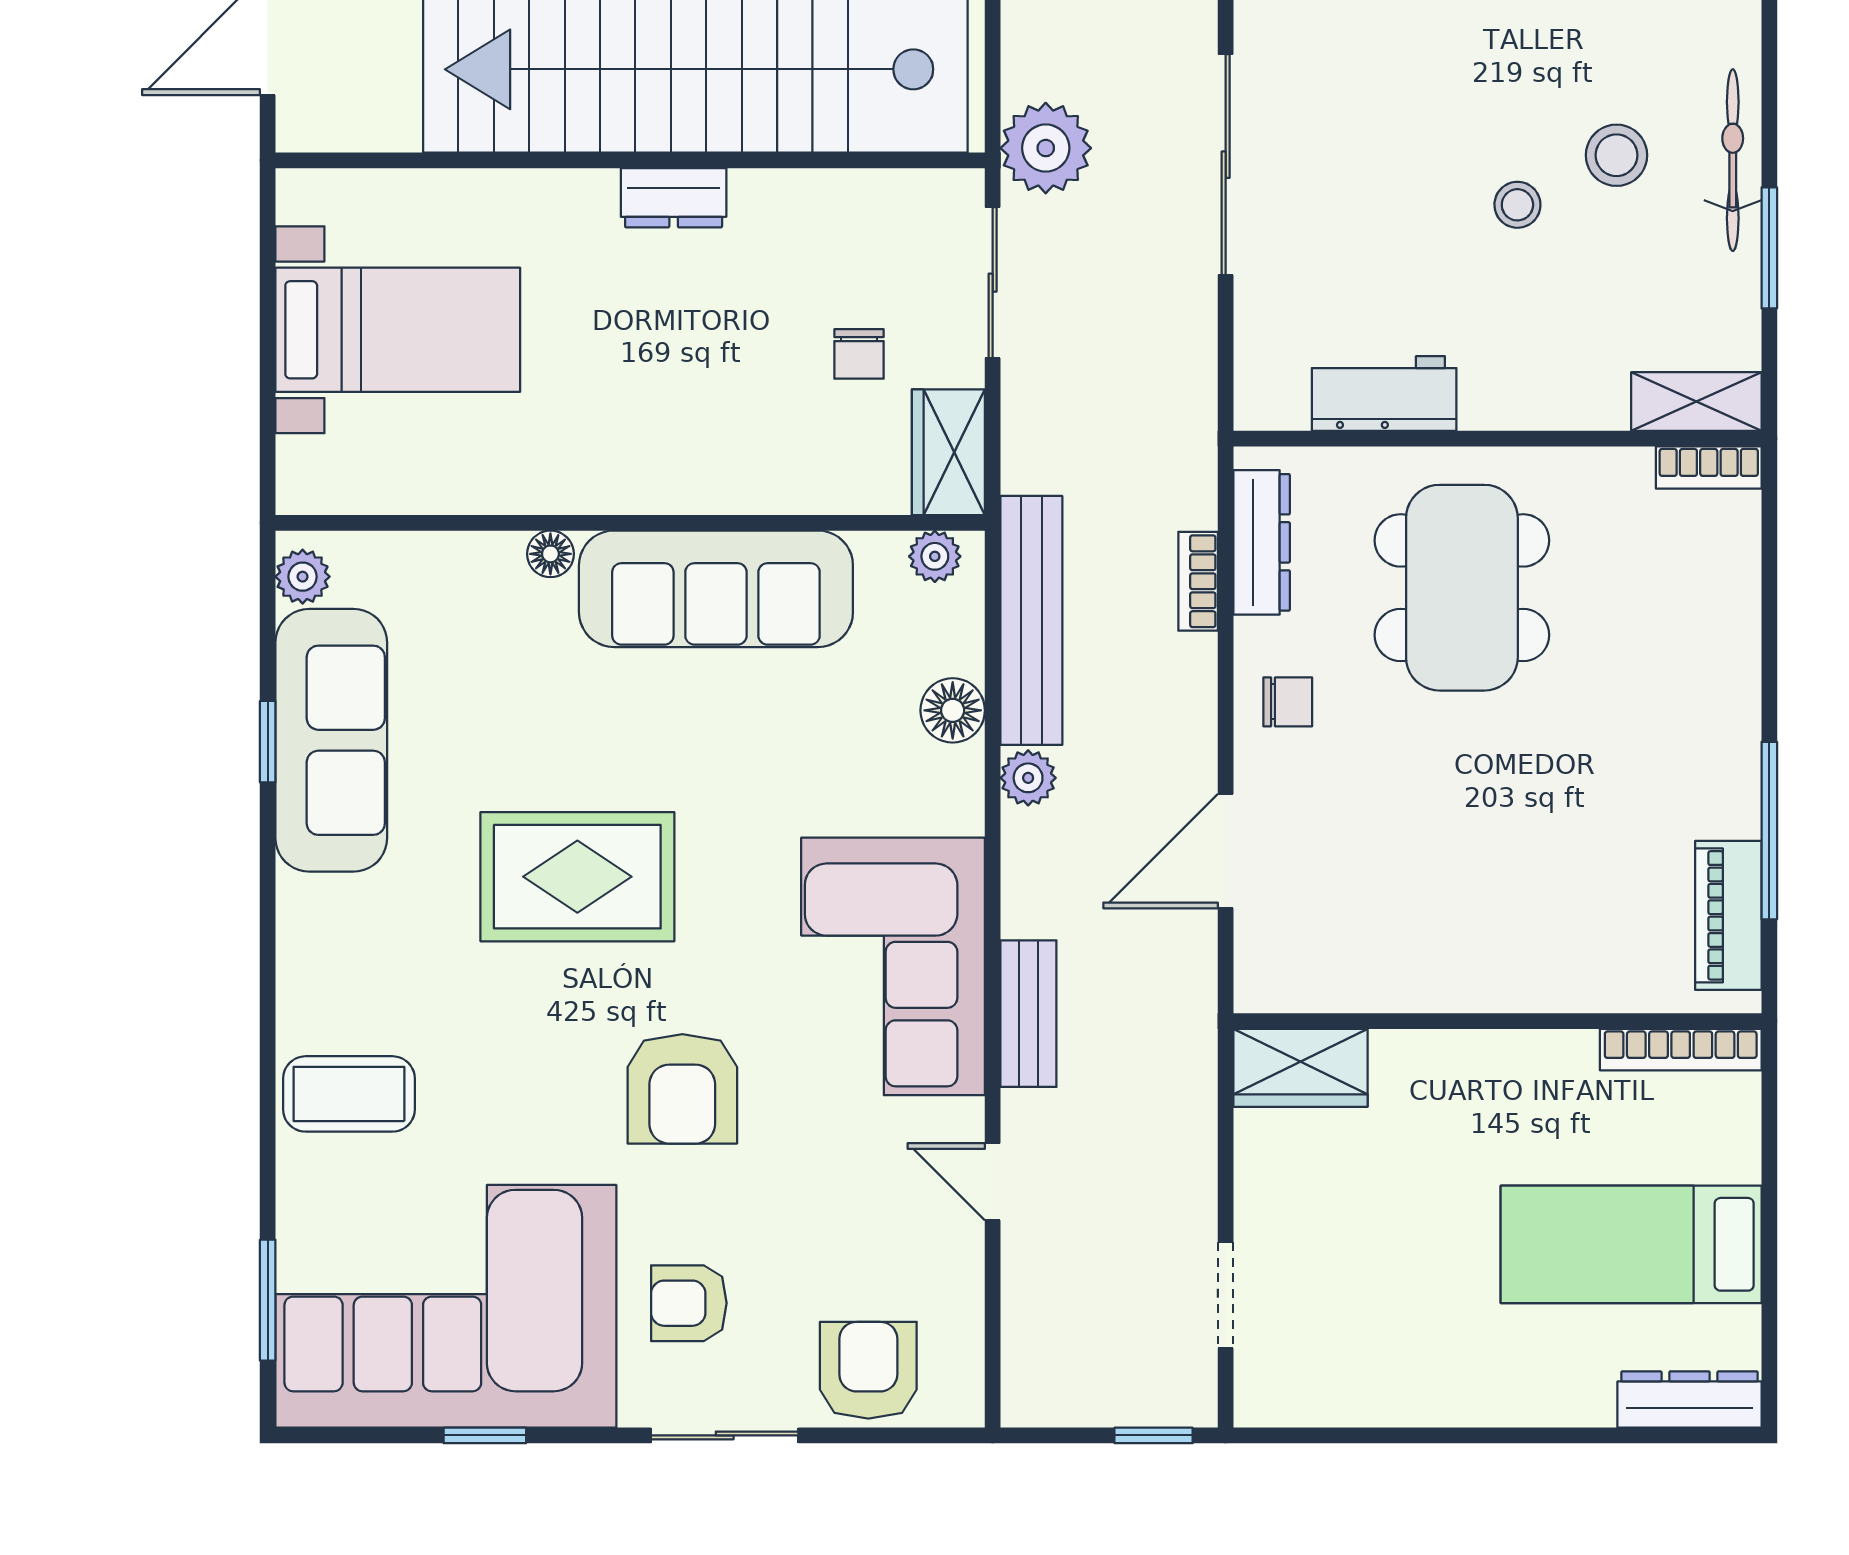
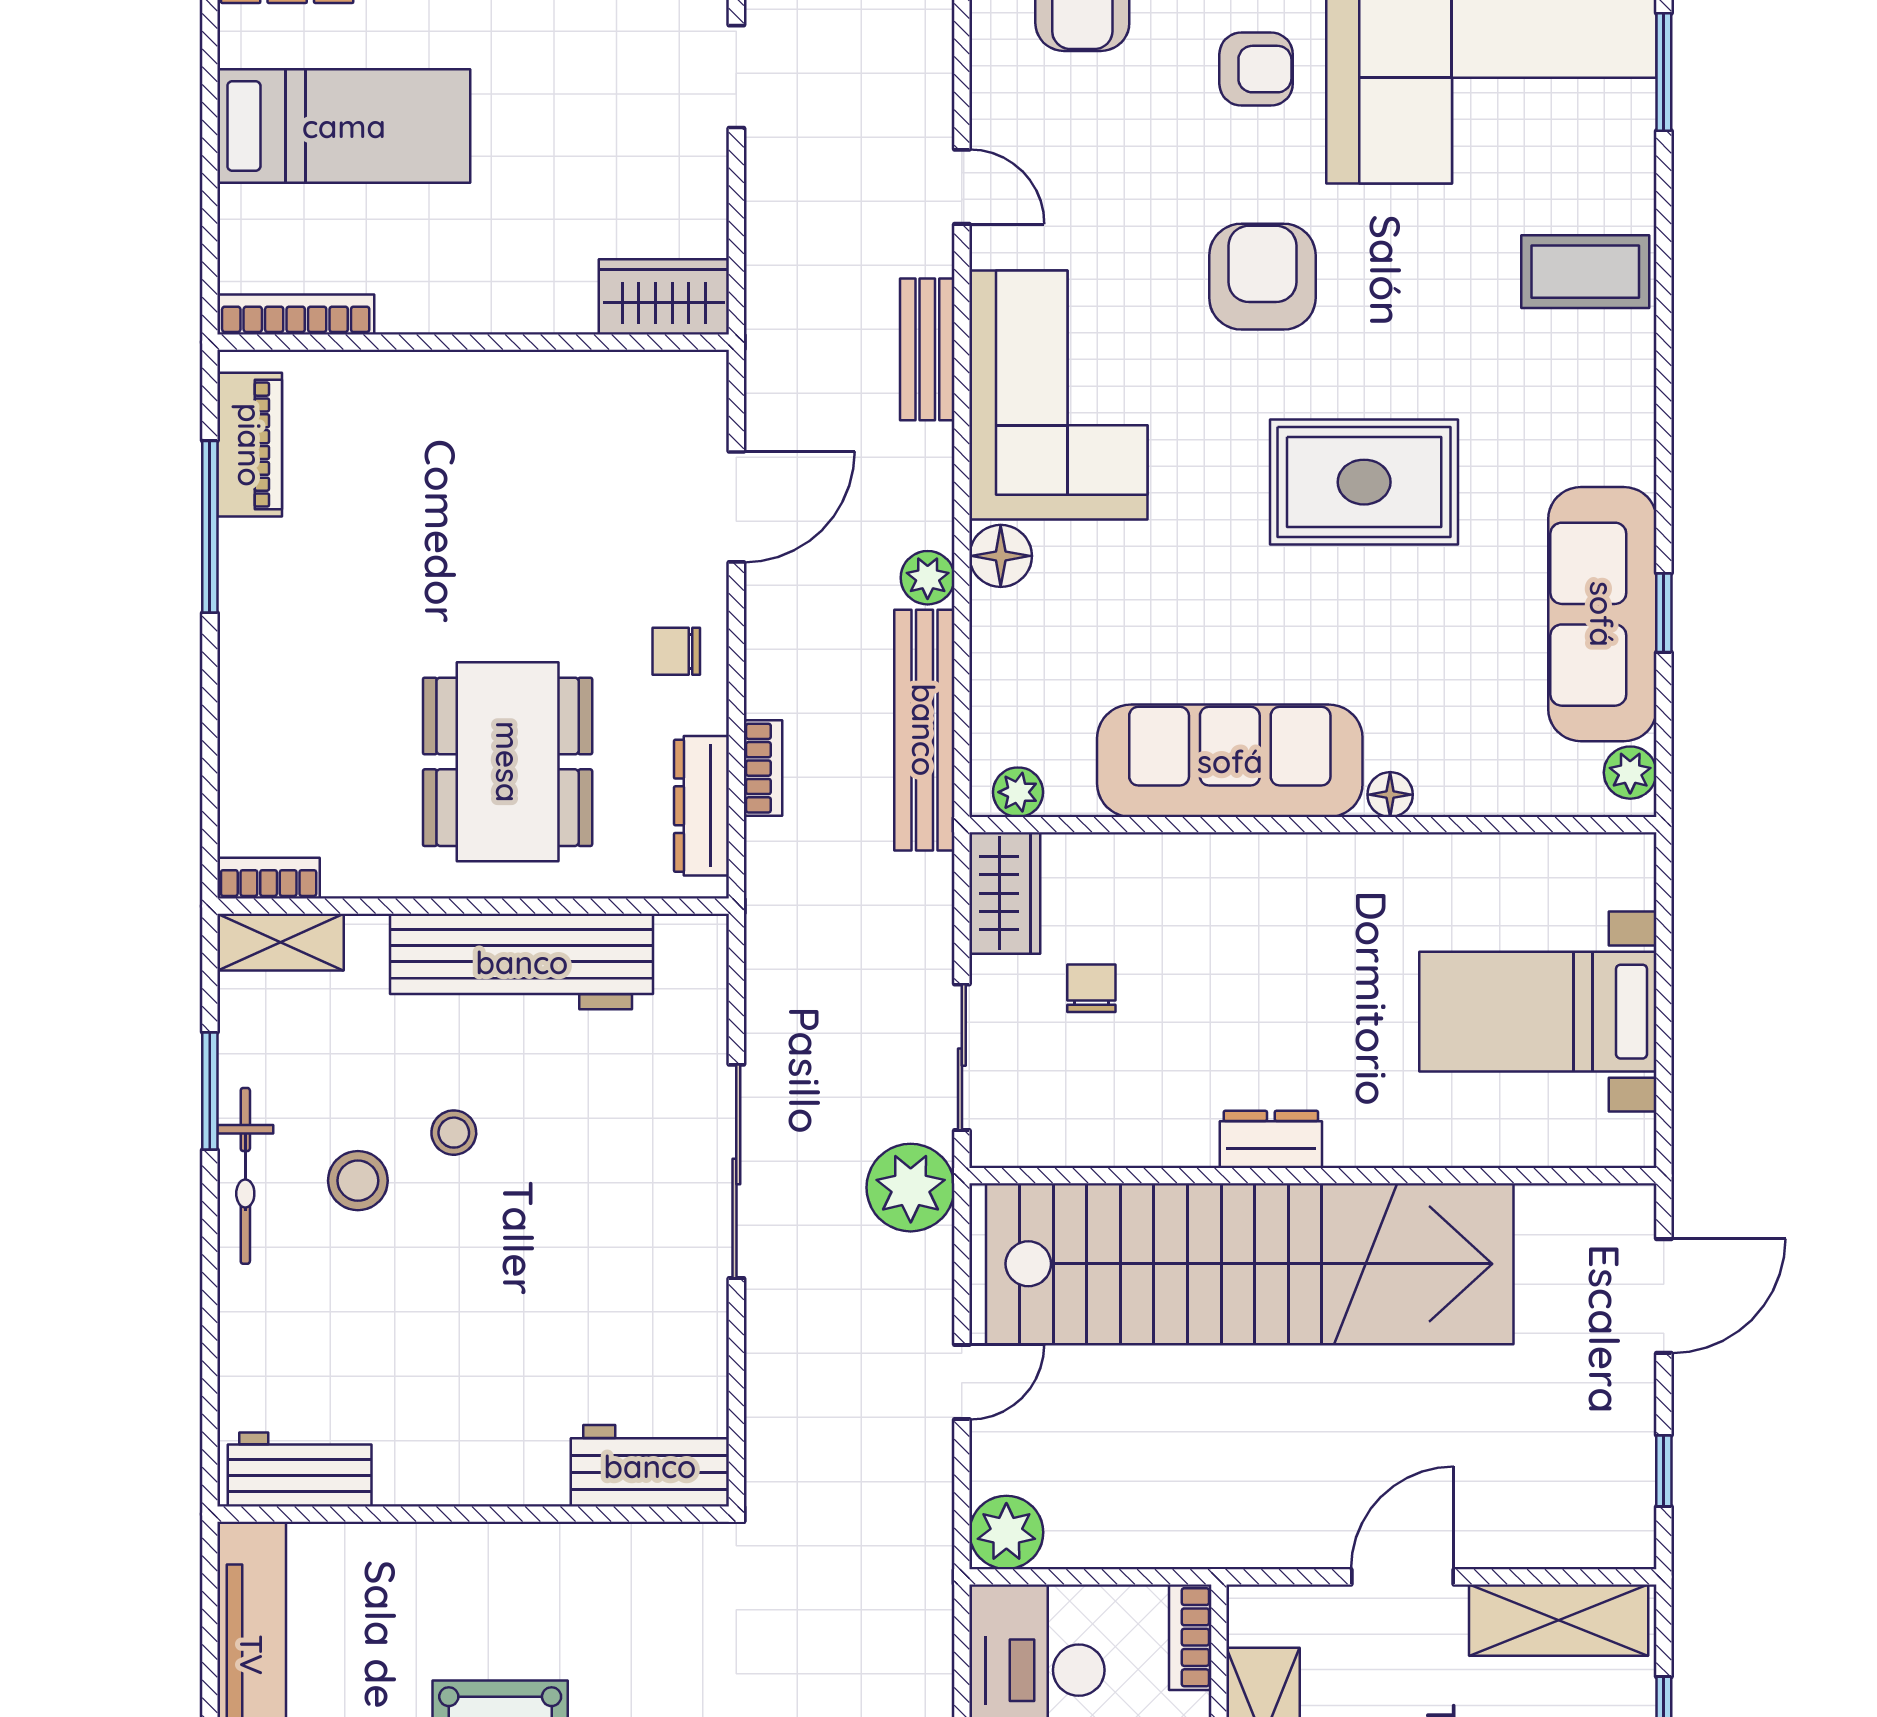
workbench: (1384, 394) -> (522, 962), width x1.88, depth x1.32
floor lamp: (953, 710) -> (1001, 556), moved

